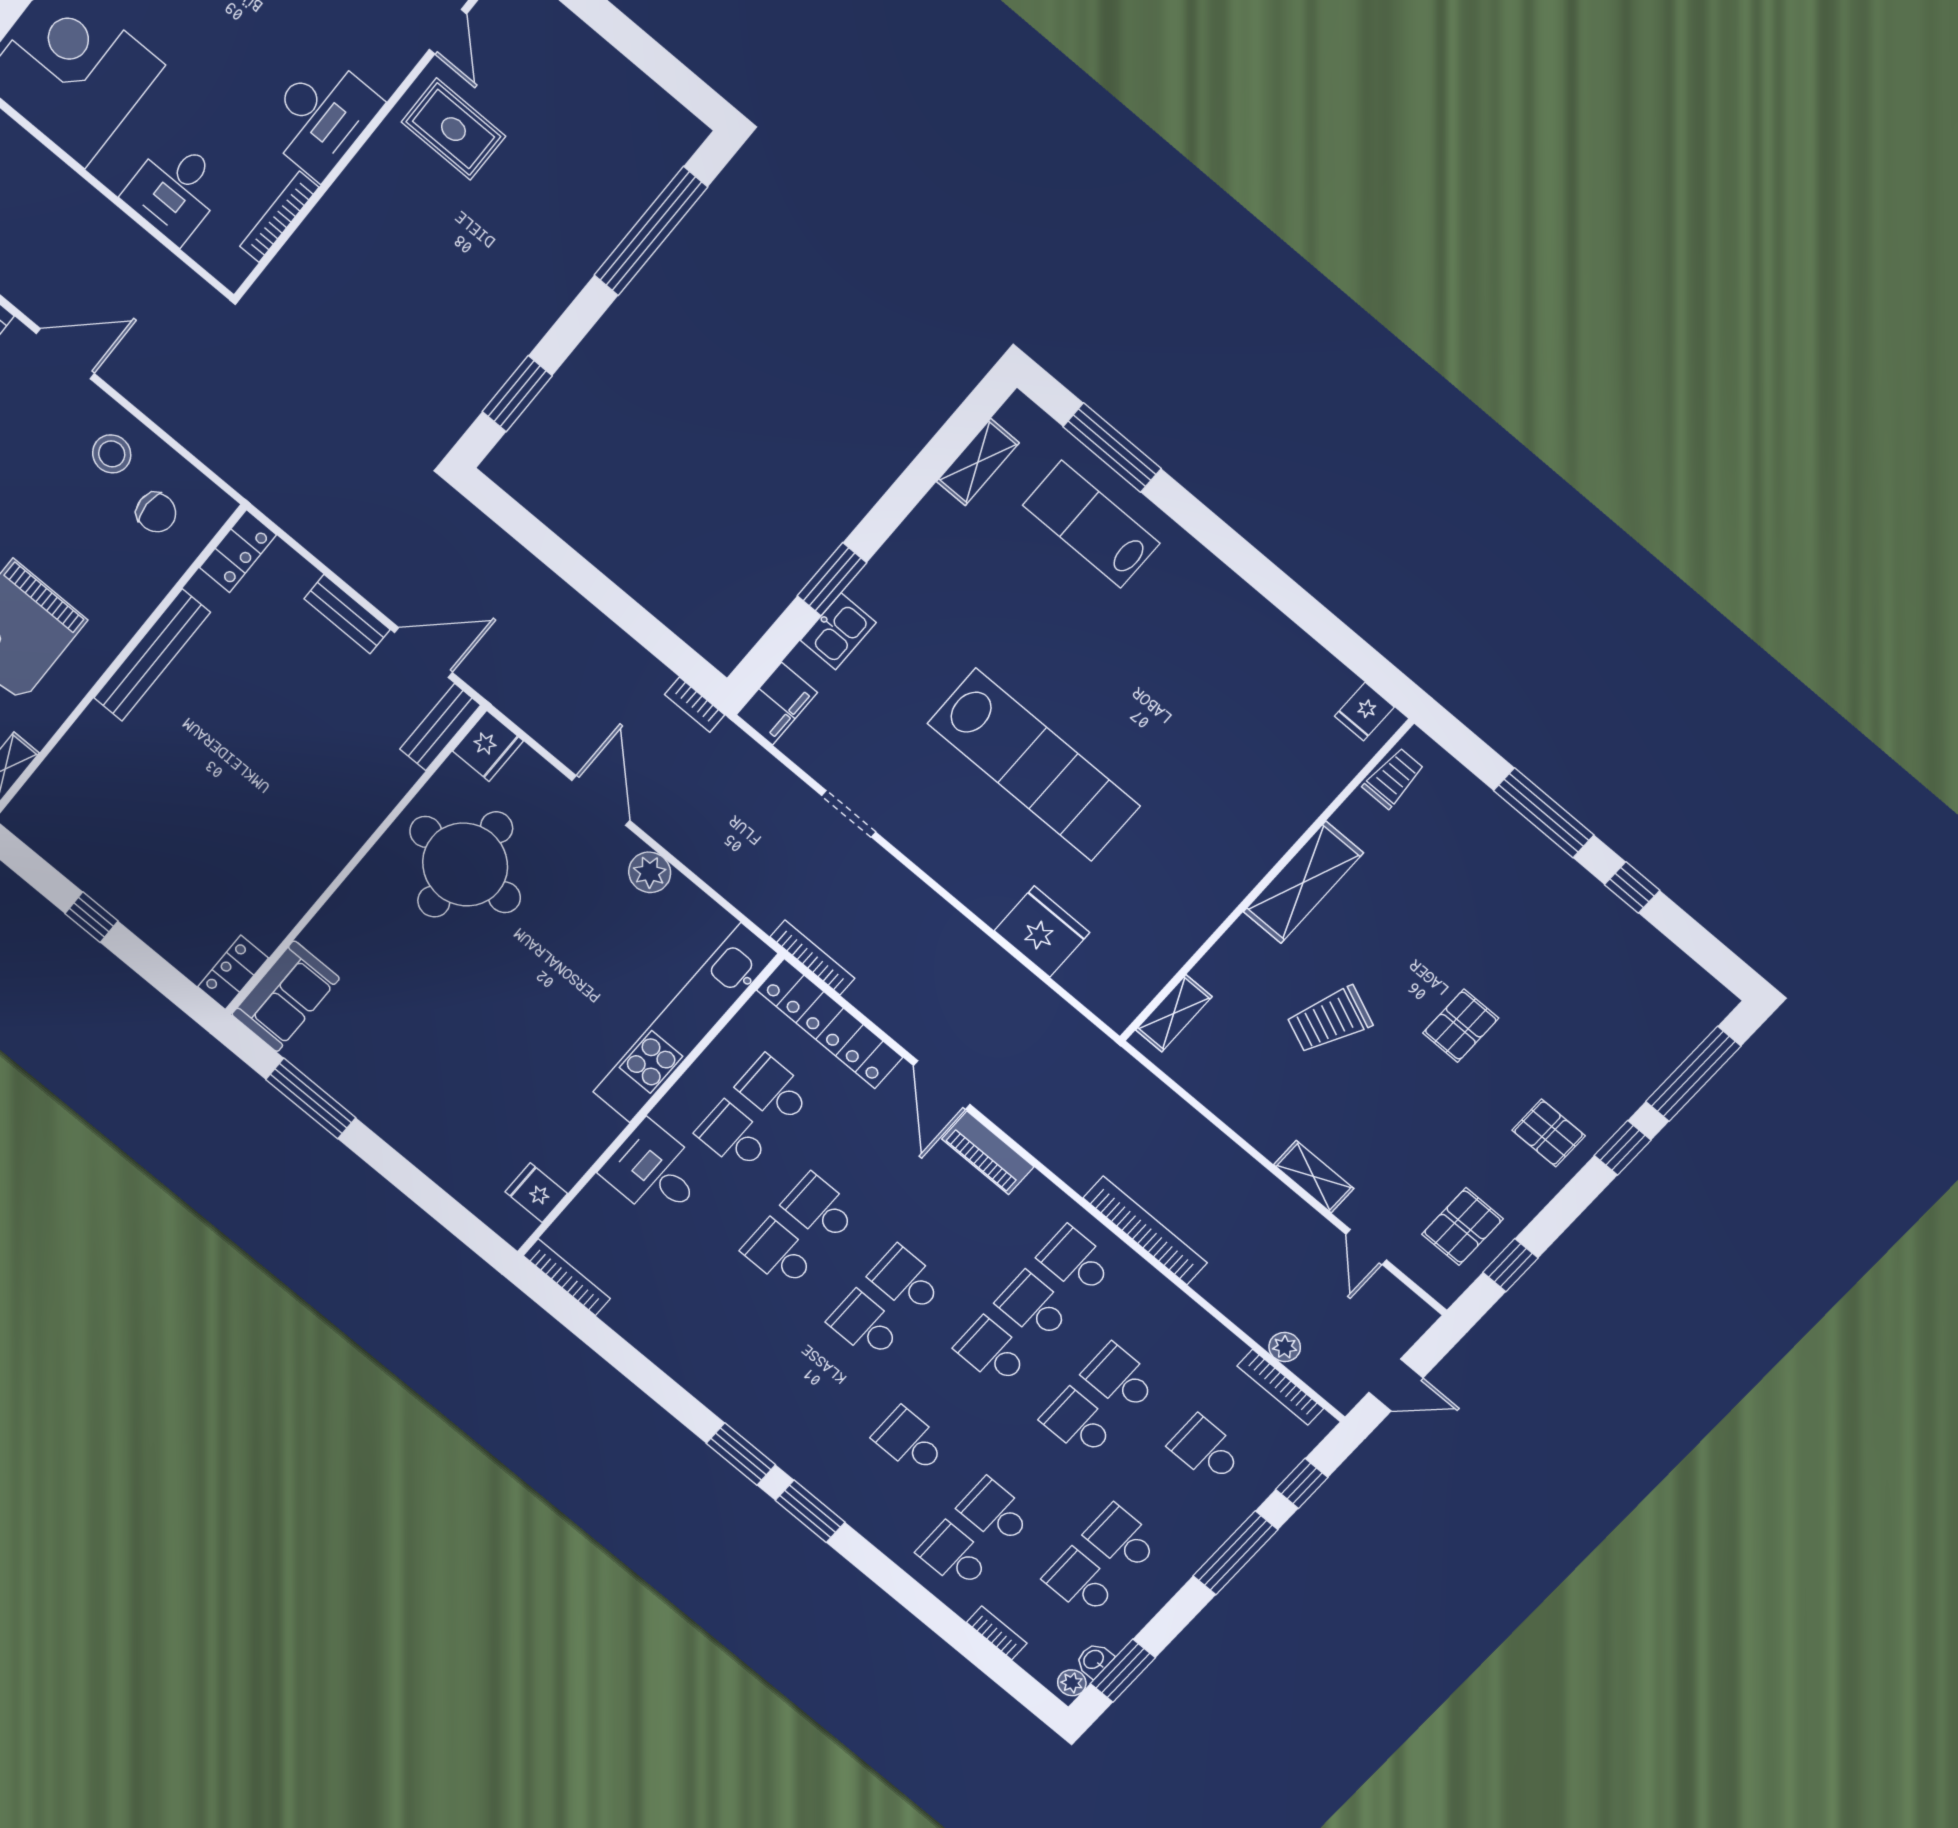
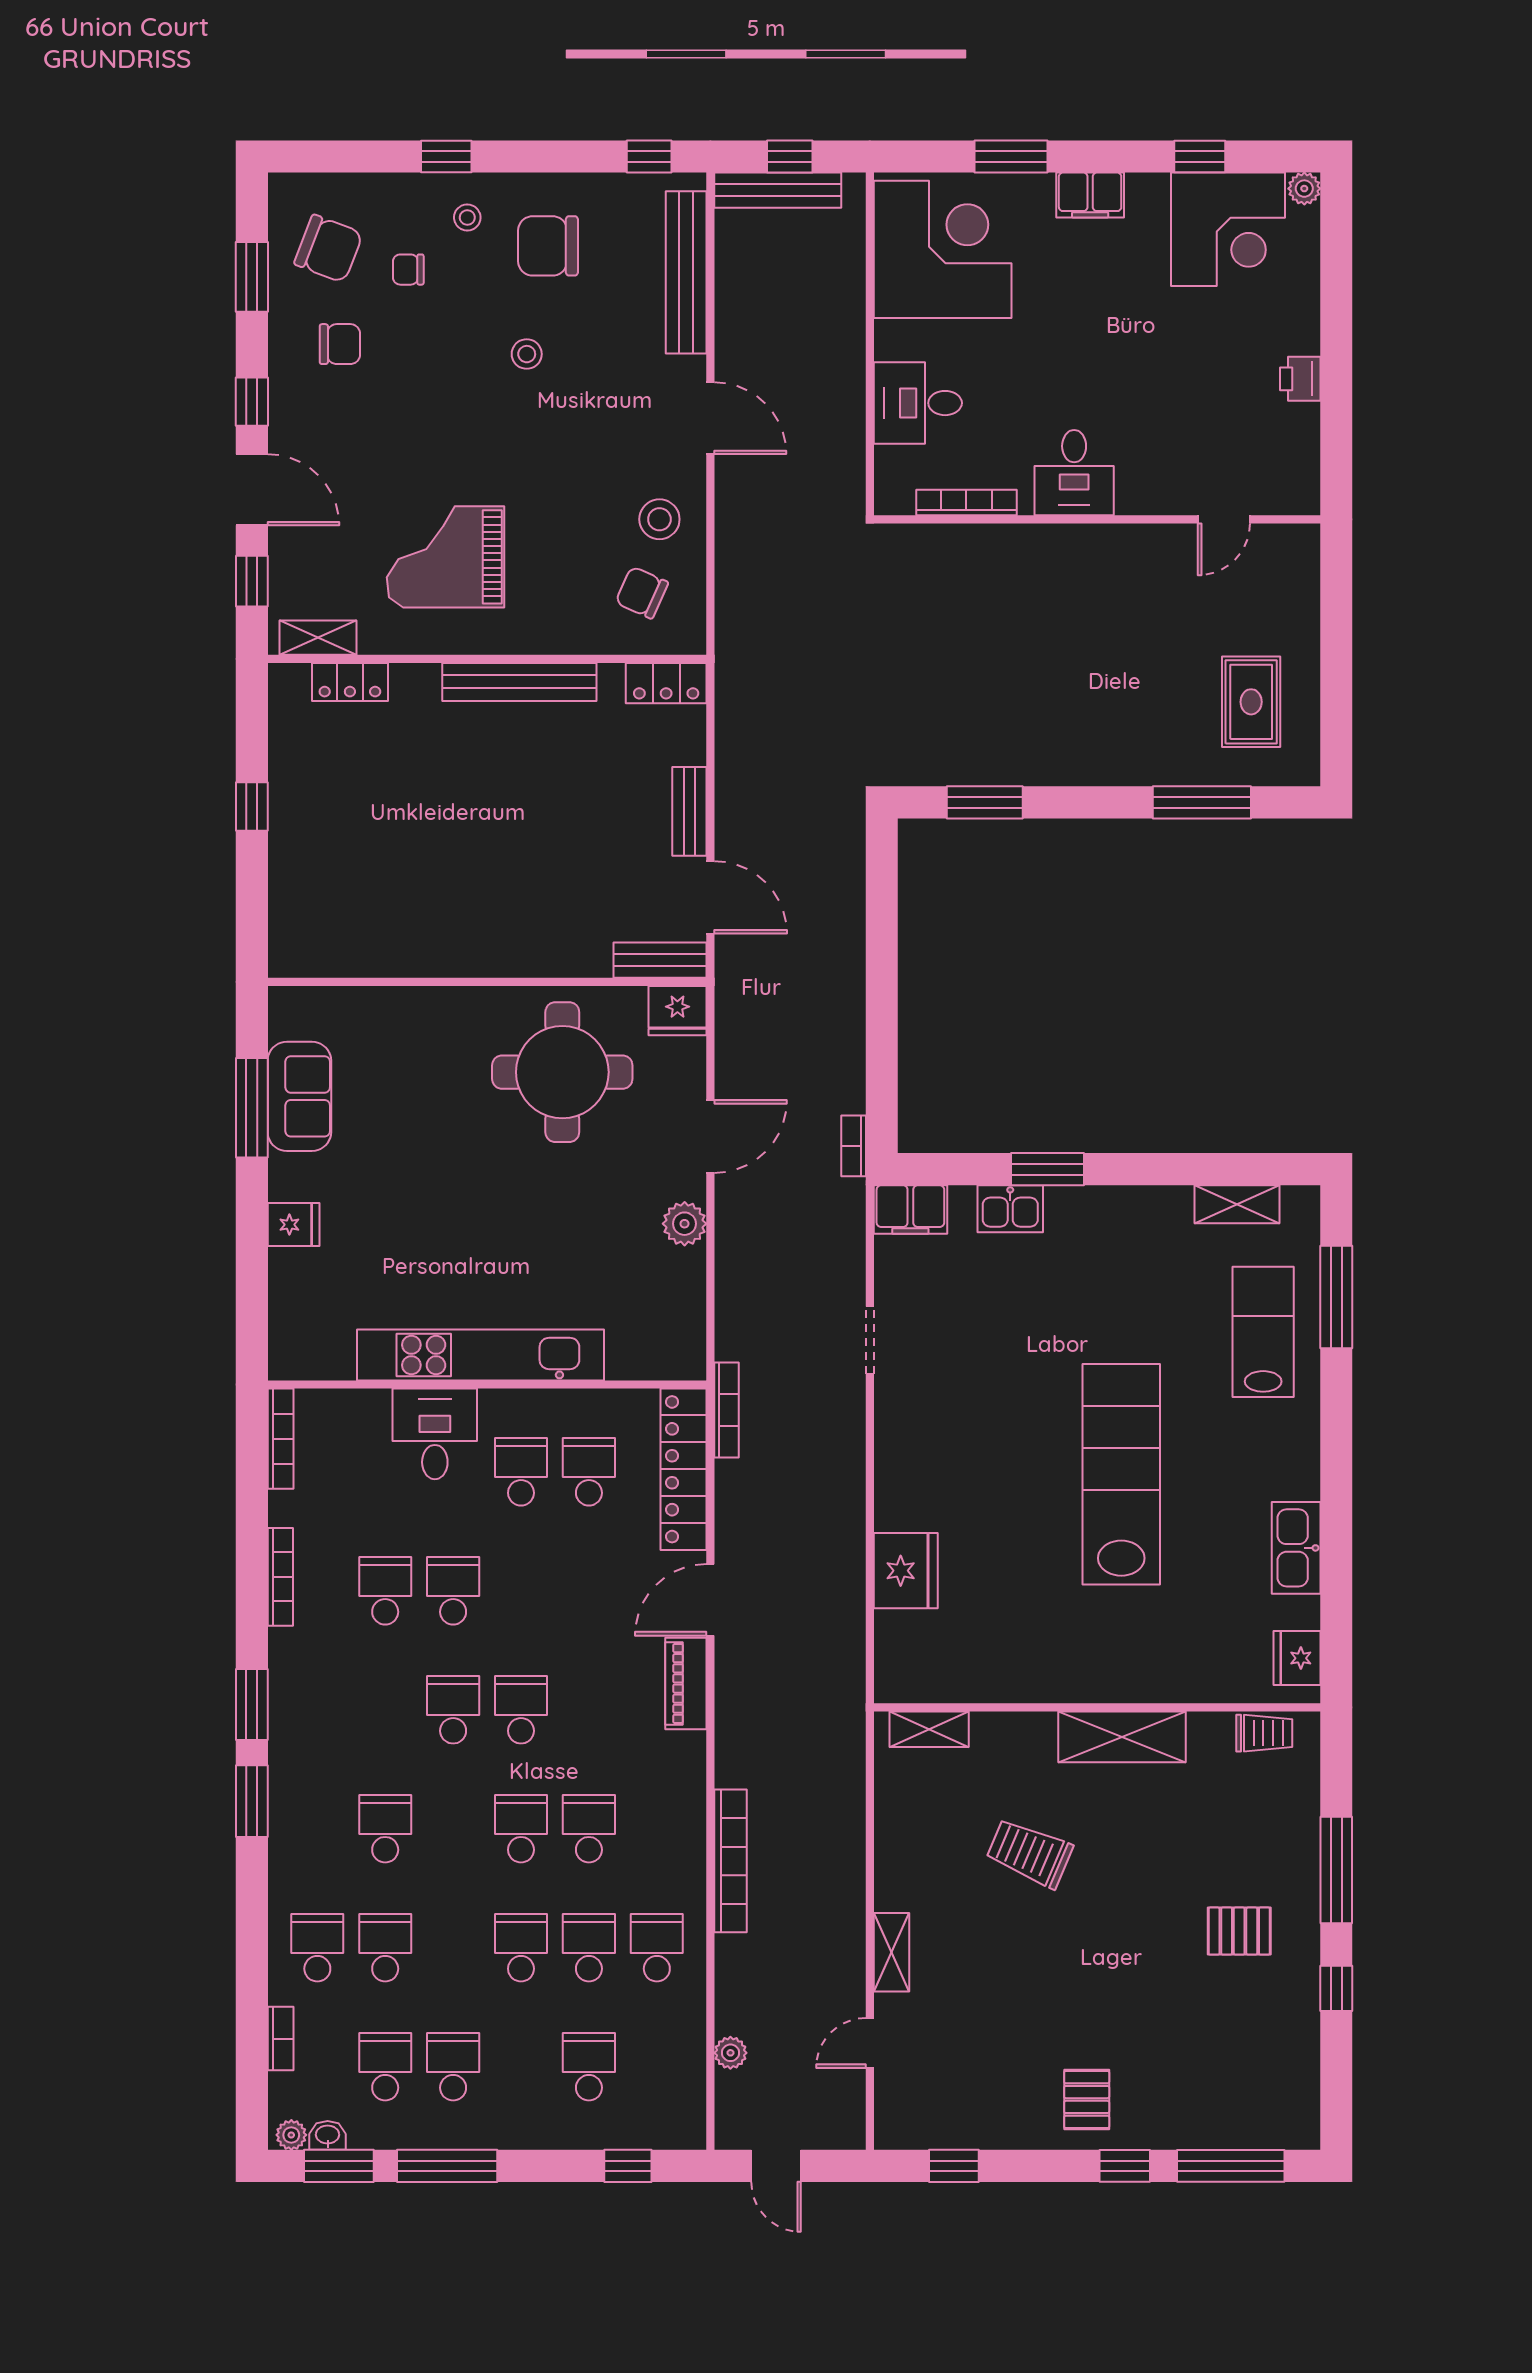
desk: (321, 116) -> (1074, 473), width x0.73
rug: (453, 129) -> (1251, 702), moved
window: (651, 231) -> (1202, 802), width x0.68
chair: (156, 512) -> (642, 593), turned 114
kitchen sink: (1275, 638) -> (1296, 1548), added
fridge: (1364, 712) -> (1297, 1658), width x1.38
lab bench: (1034, 765) -> (1121, 1474), moved, turned 180
locker: (233, 972) -> (350, 682), moved, turned 180
sofa: (286, 996) -> (299, 1096), moved, turned -90
kitchen unit: (685, 1023) -> (480, 1355), moved
pallet: (1461, 1026) -> (1239, 1931), moved
fridge: (536, 1193) -> (294, 1225), moved, turned 90
school desk: (820, 1208) -> (385, 1591), moved
pallet: (1463, 1227) -> (953, 2102), removed
school desk: (1076, 1261) -> (657, 1948), moved
bookcase: (1280, 1387) -> (280, 1577), moved, turned 180
window: (1235, 1553) -> (447, 2166), moved

